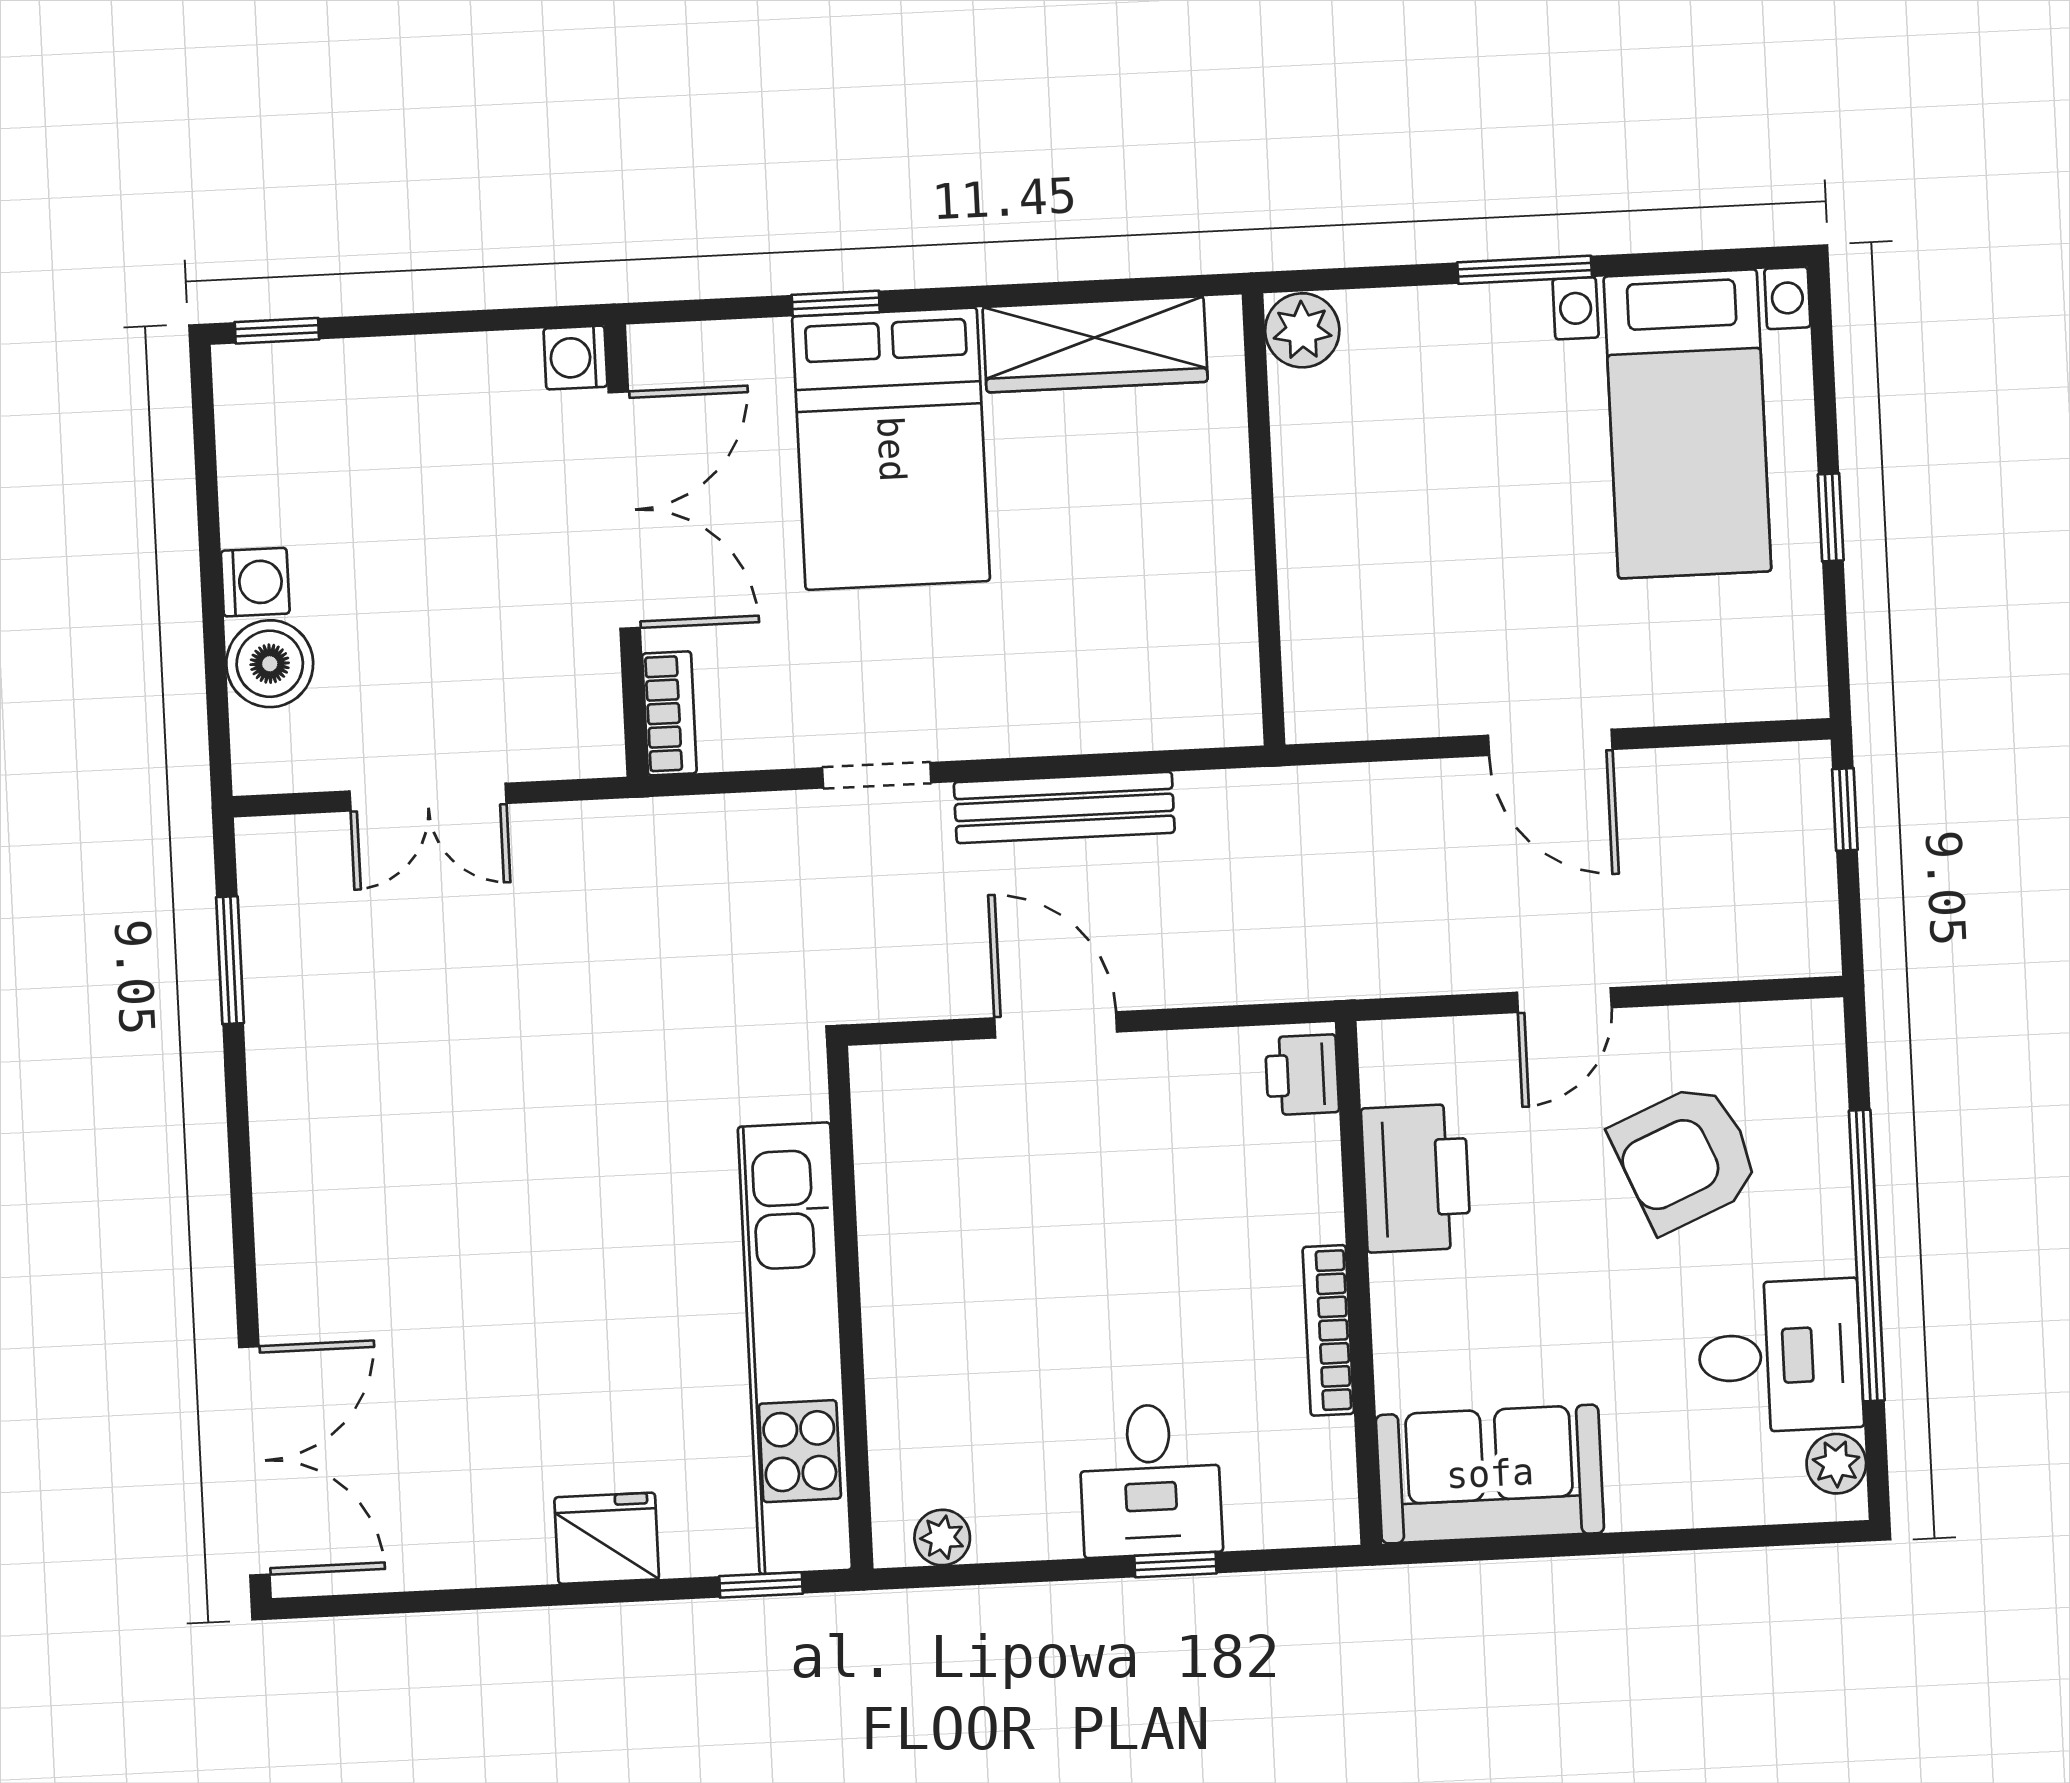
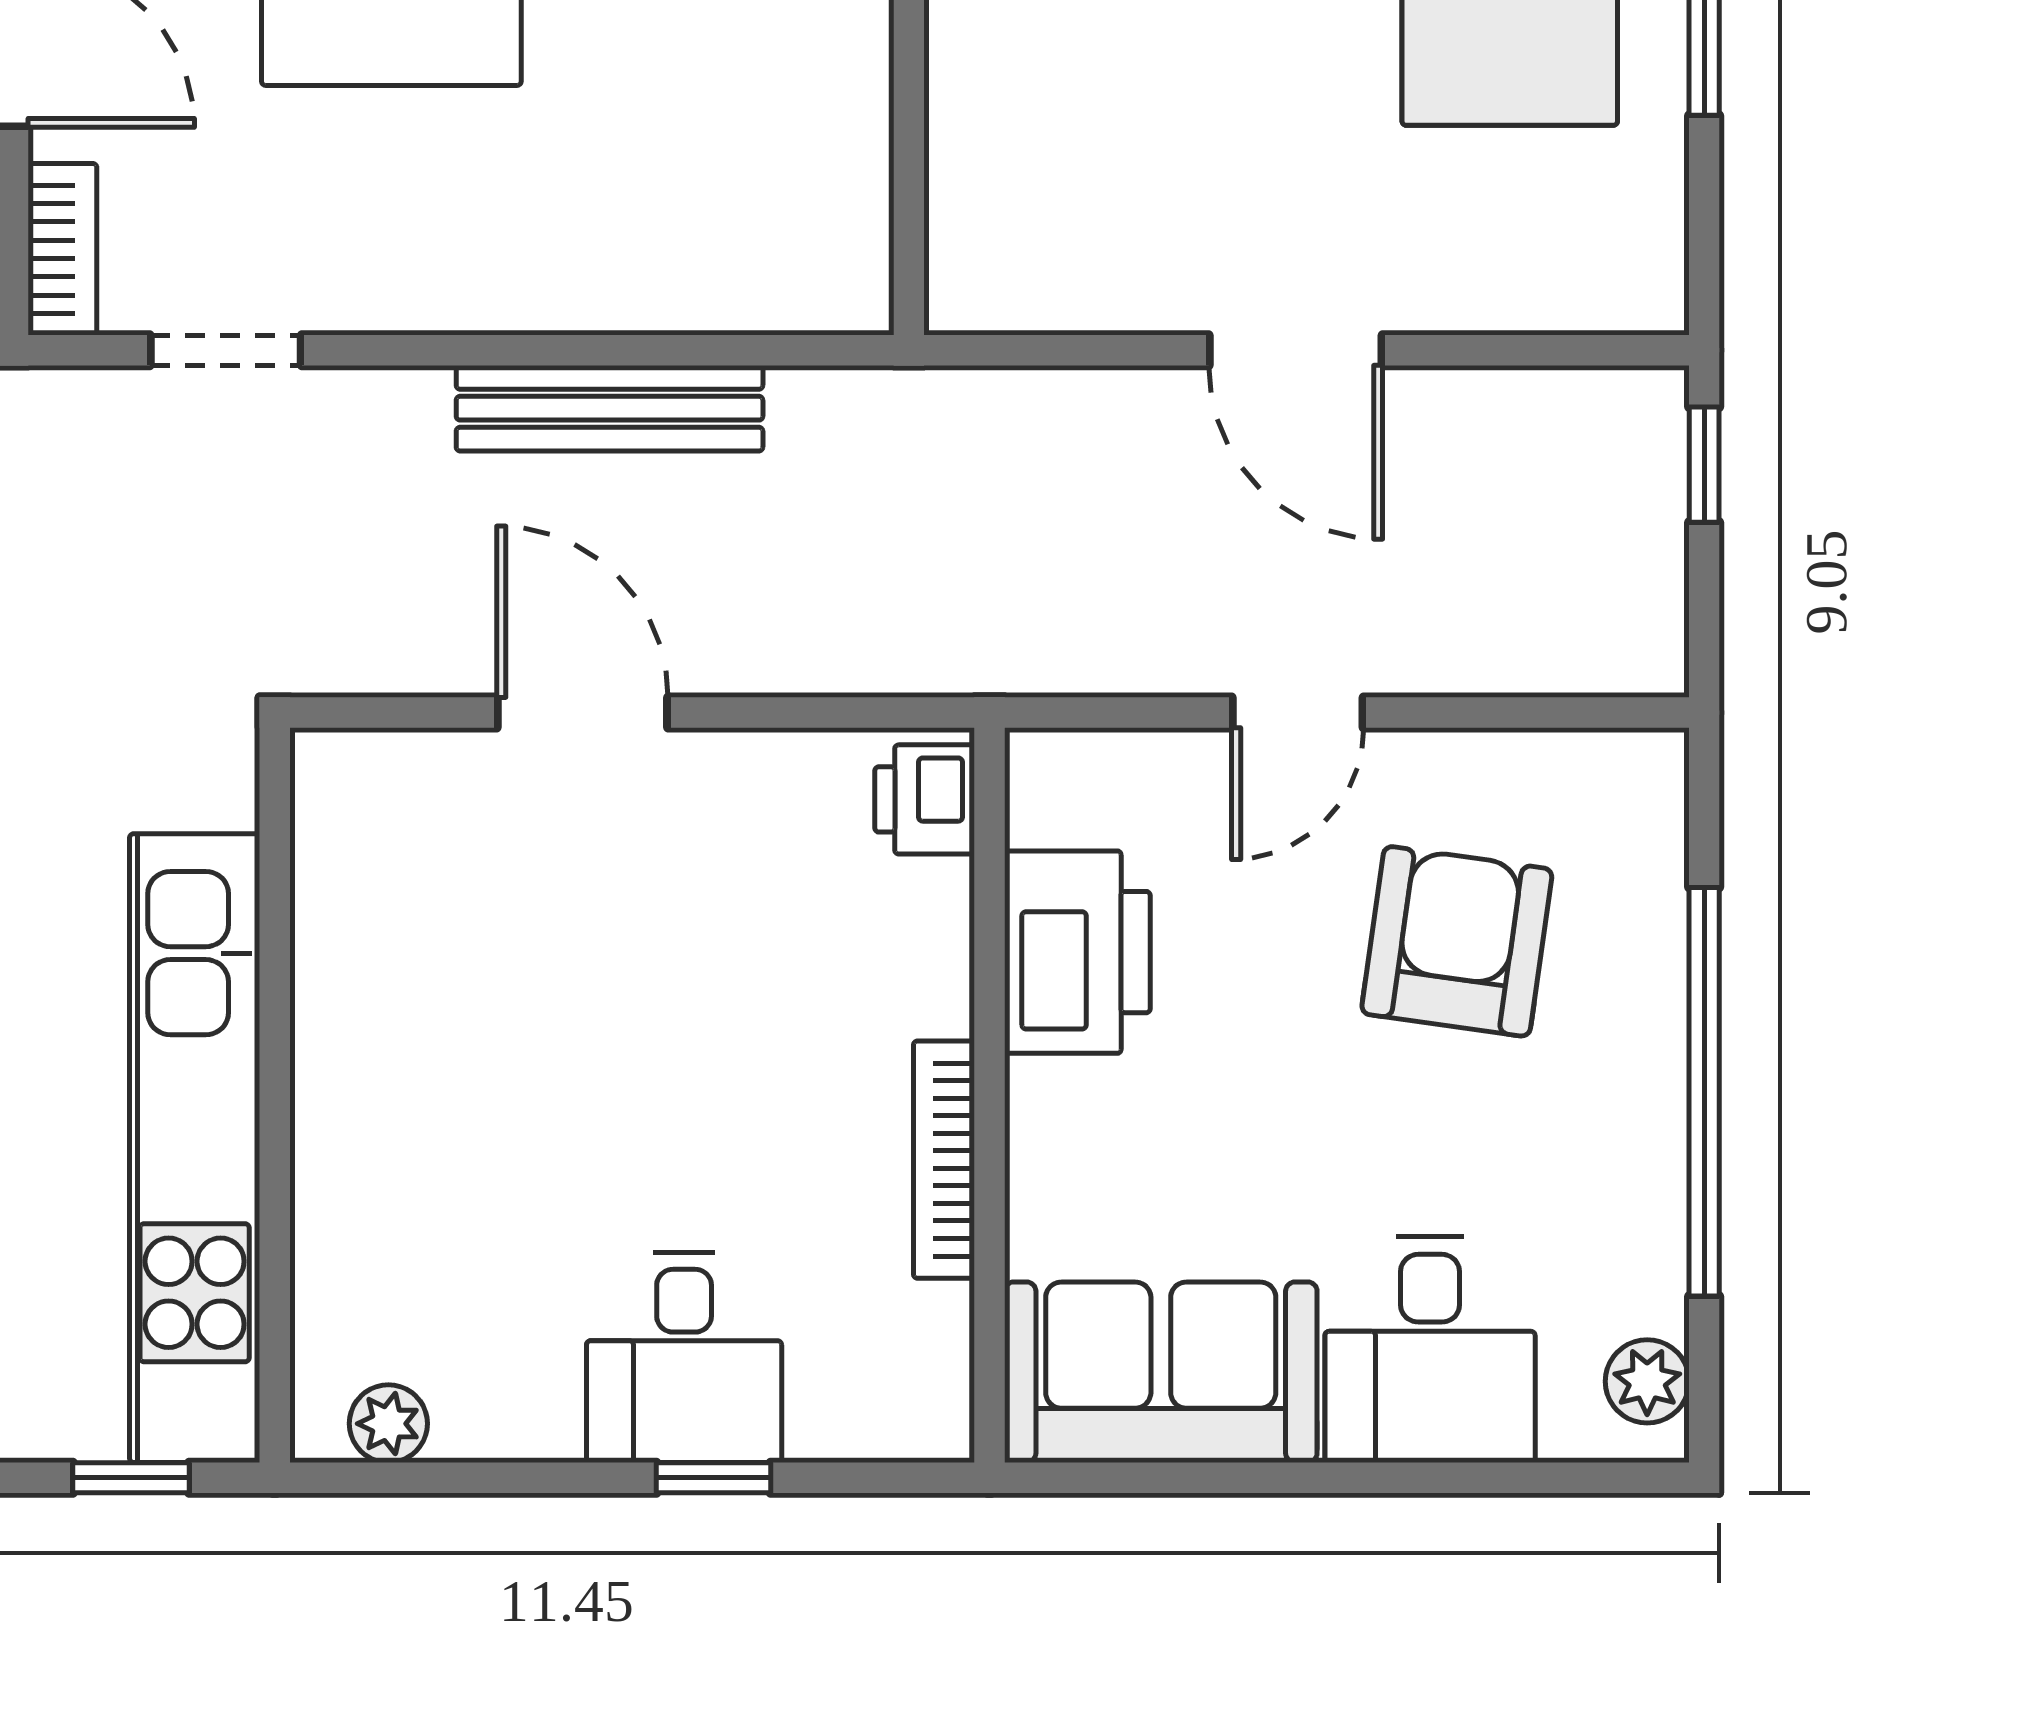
doorway: (877, 775) -> (226, 350), moved
armchair: (1686, 1157) -> (1457, 941), turned 121
desk: (1780, 1356) -> (1430, 1349), moved, turned 90

